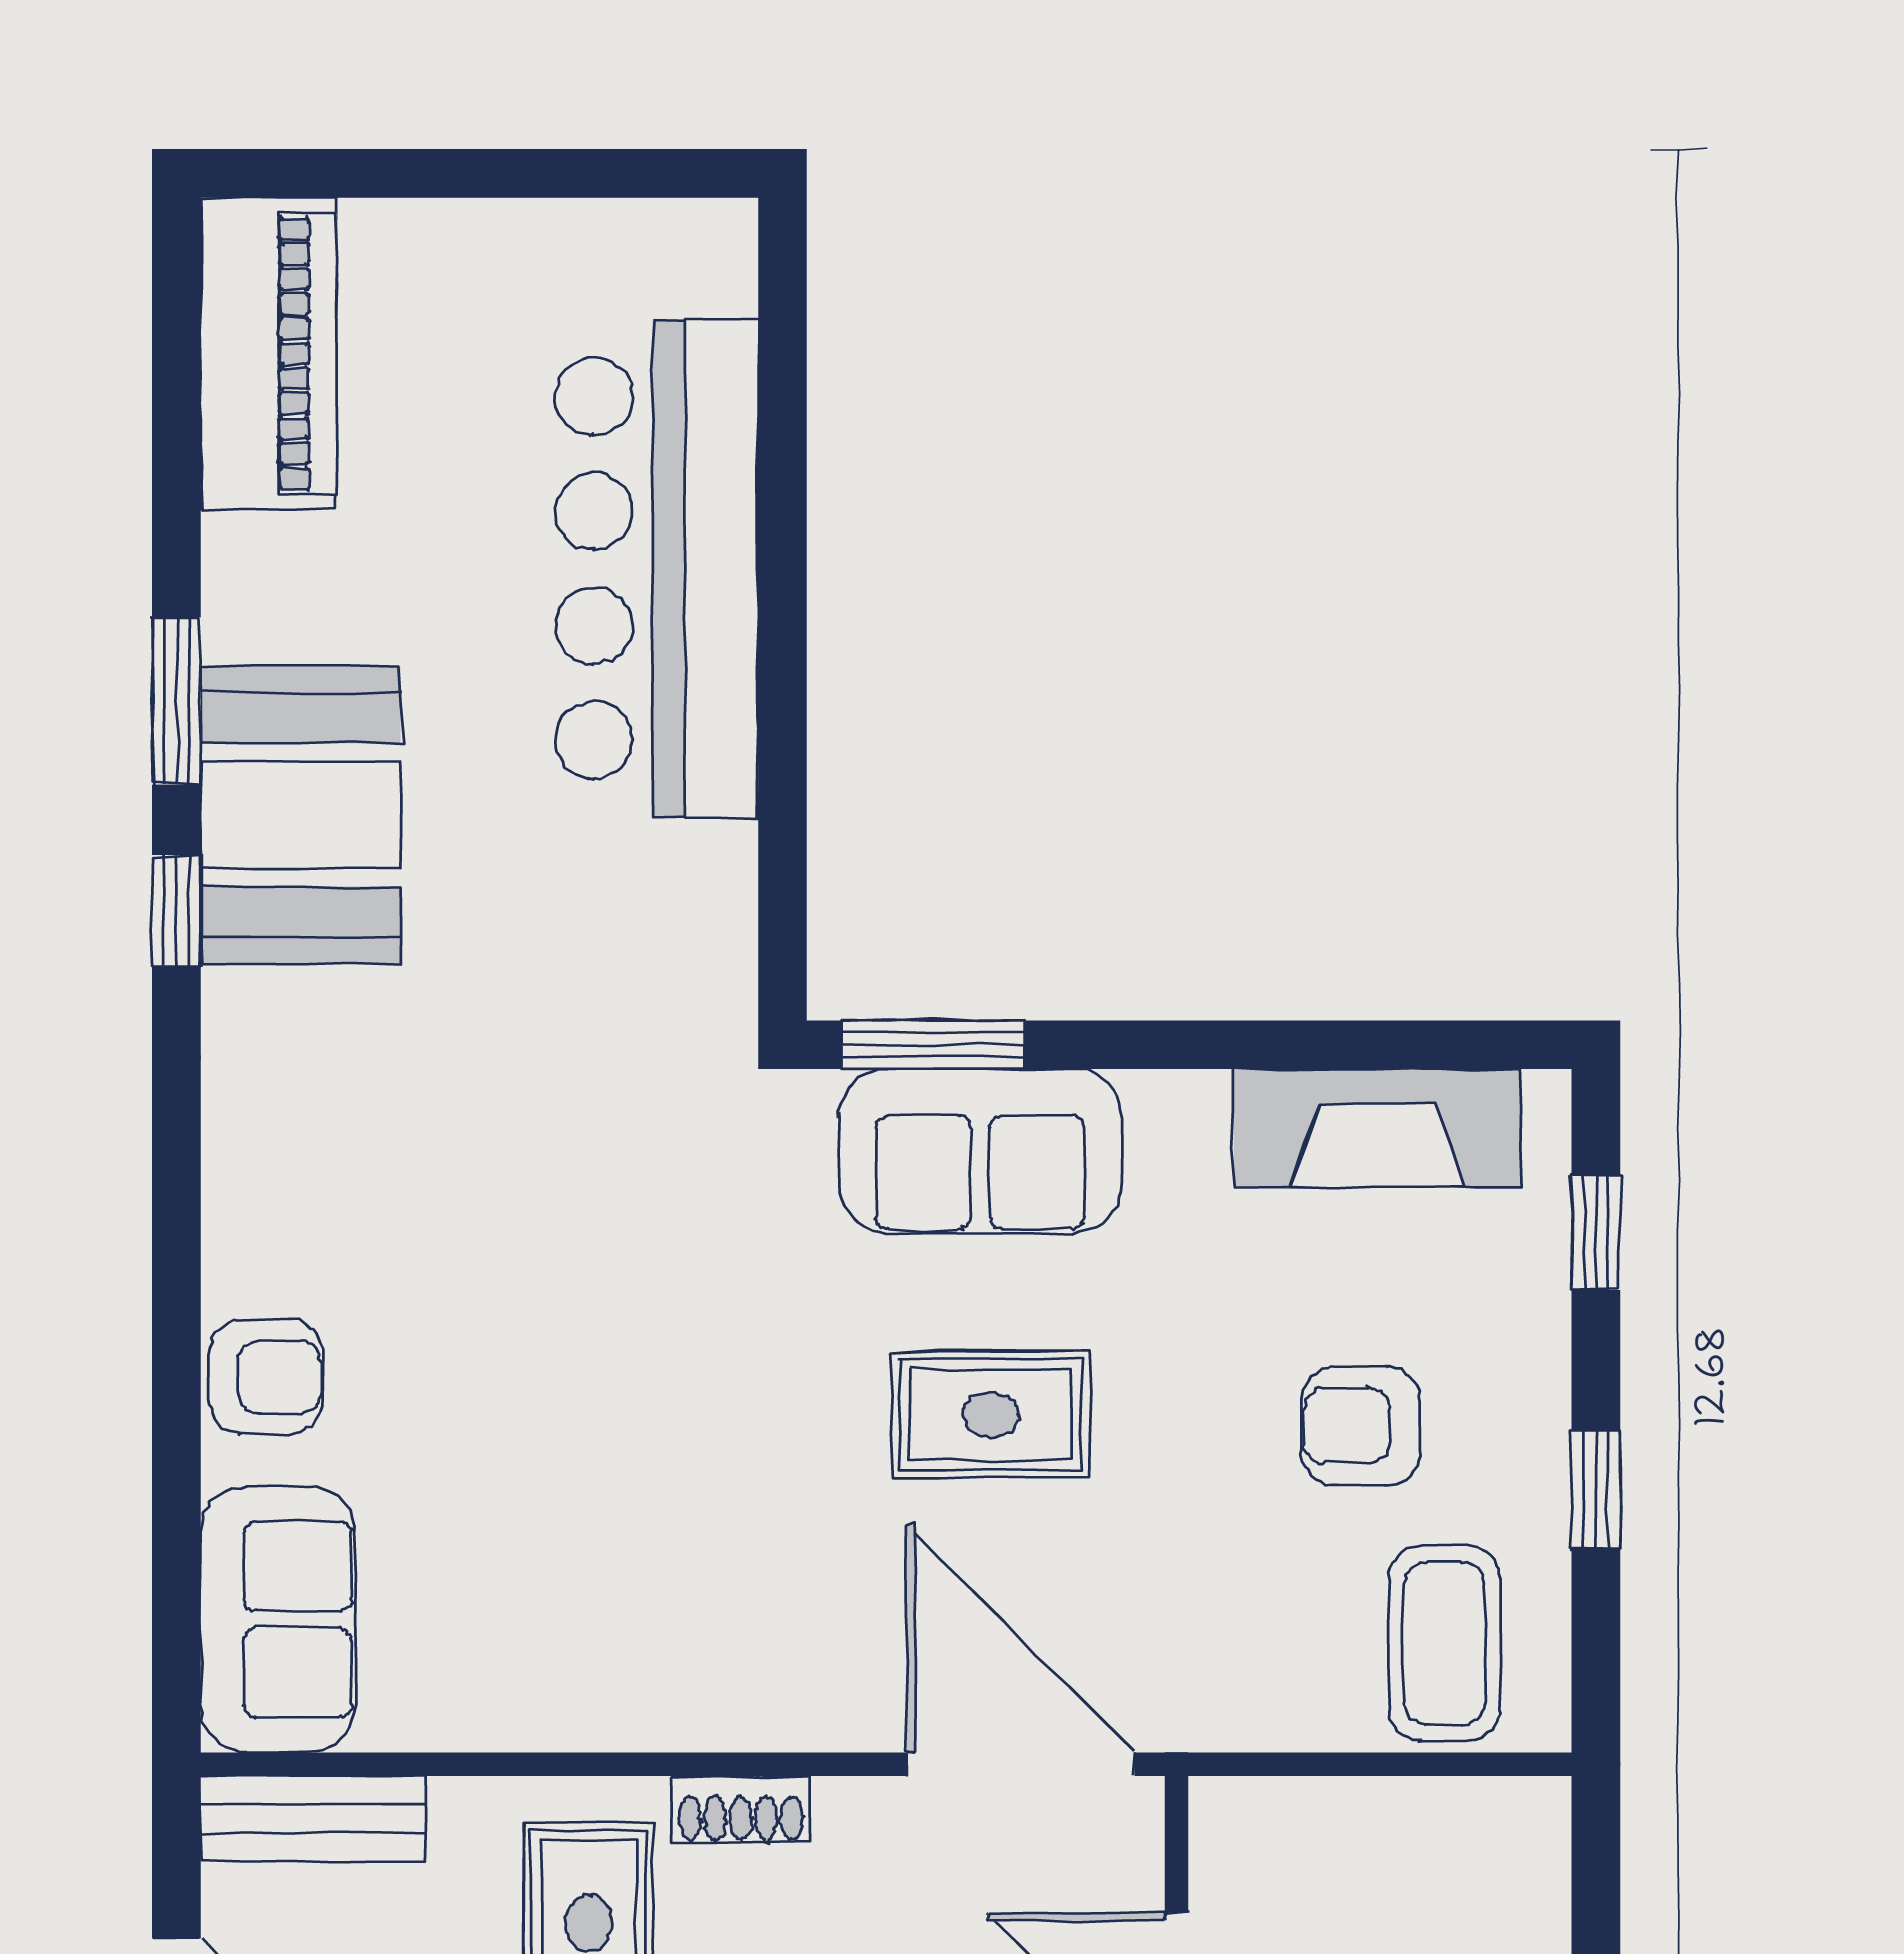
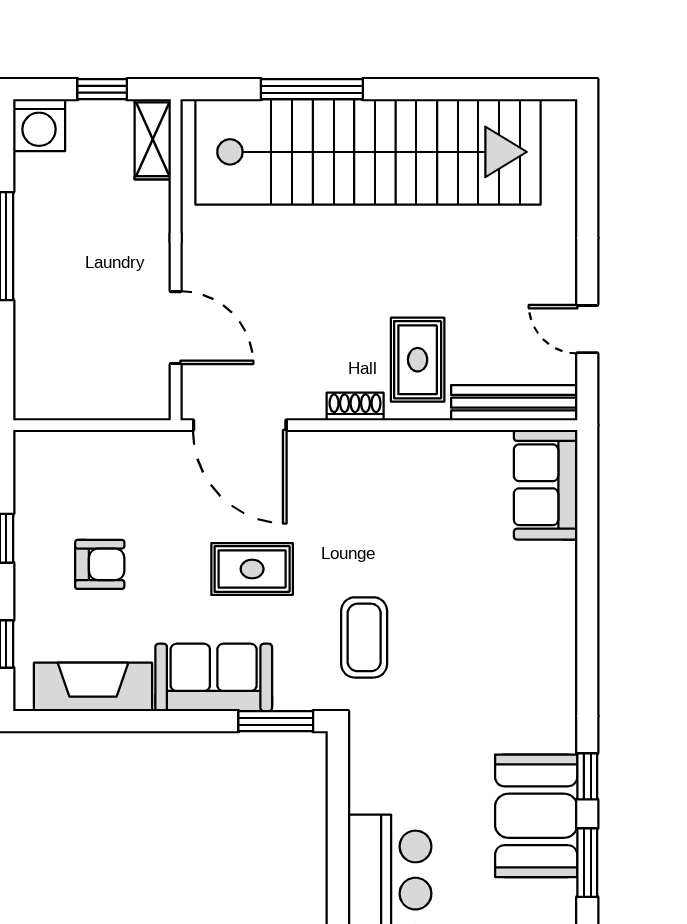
sofa: (980, 1151) -> (214, 677), moved
armchair: (266, 1377) -> (551, 585), removed
coffee table: (1444, 1643) -> (364, 637), moved
bench: (313, 1819) -> (514, 403), width x1.36

